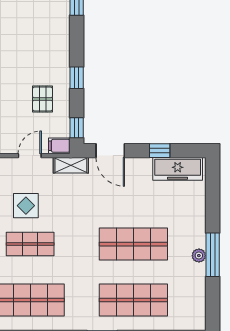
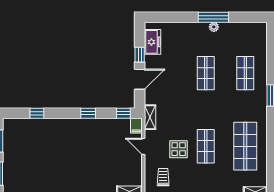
pallet: (43, 99) -> (103, 137), removed
door: (110, 151) -> (140, 79), moved
freezer: (178, 169) -> (153, 42), width x0.71
shop shelf: (133, 244) -> (206, 73), width x0.70, depth x0.74
shop shelf: (133, 300) -> (245, 73), width x0.70, depth x0.74

